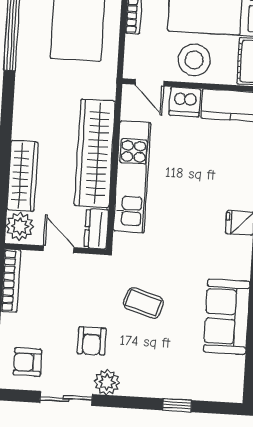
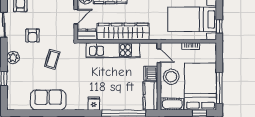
door: (149, 83) -> (159, 56), swing flipped
armchair: (92, 341) -> (33, 36), turned -90
plant: (107, 382) -> (13, 57), moved

